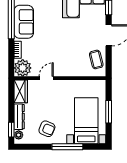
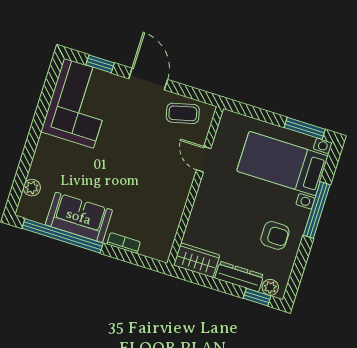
plant: (23, 68) -> (158, 244), removed
door: (46, 78) -> (204, 159), moved
window: (109, 112) -> (305, 128), moved
armchair: (47, 129) -> (275, 235), turned 68

